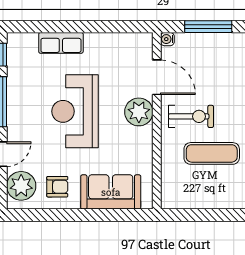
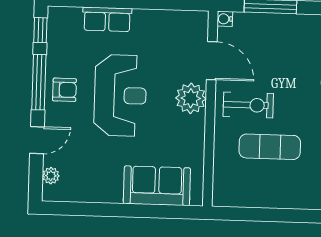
reception desk: (75, 111) -> (120, 95), turned 180
plant: (21, 186) -> (51, 176), width x0.53, depth x0.53
armchair: (57, 187) -> (64, 90), moved

